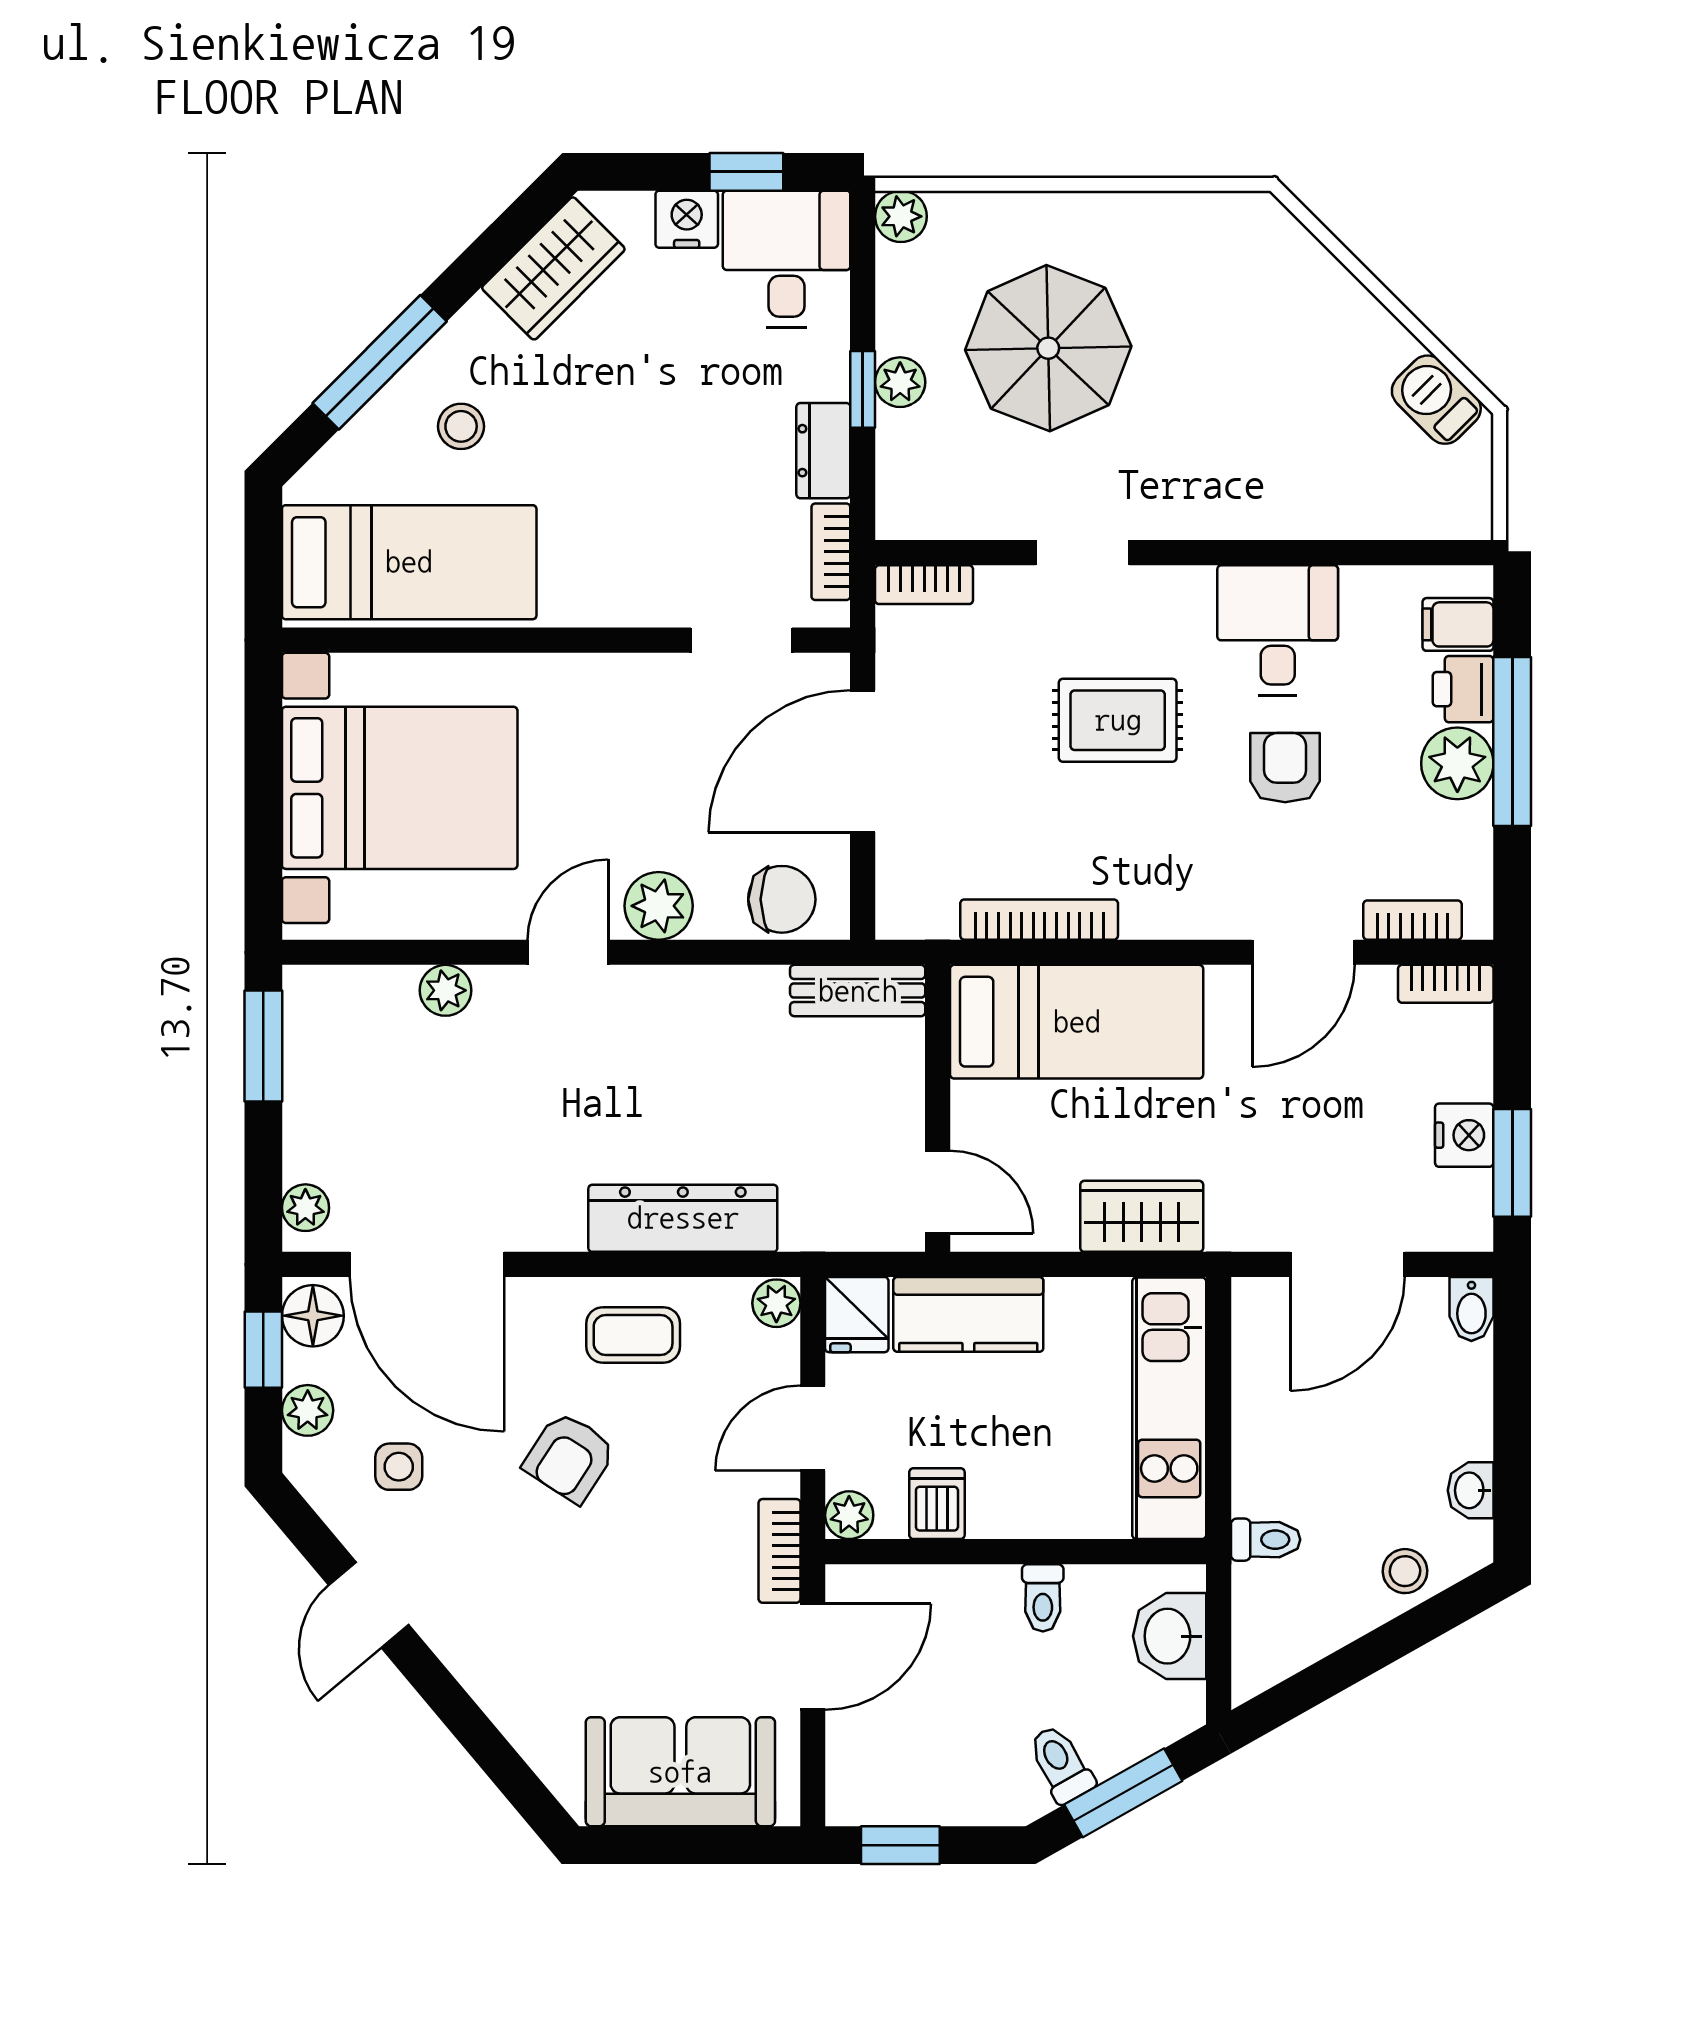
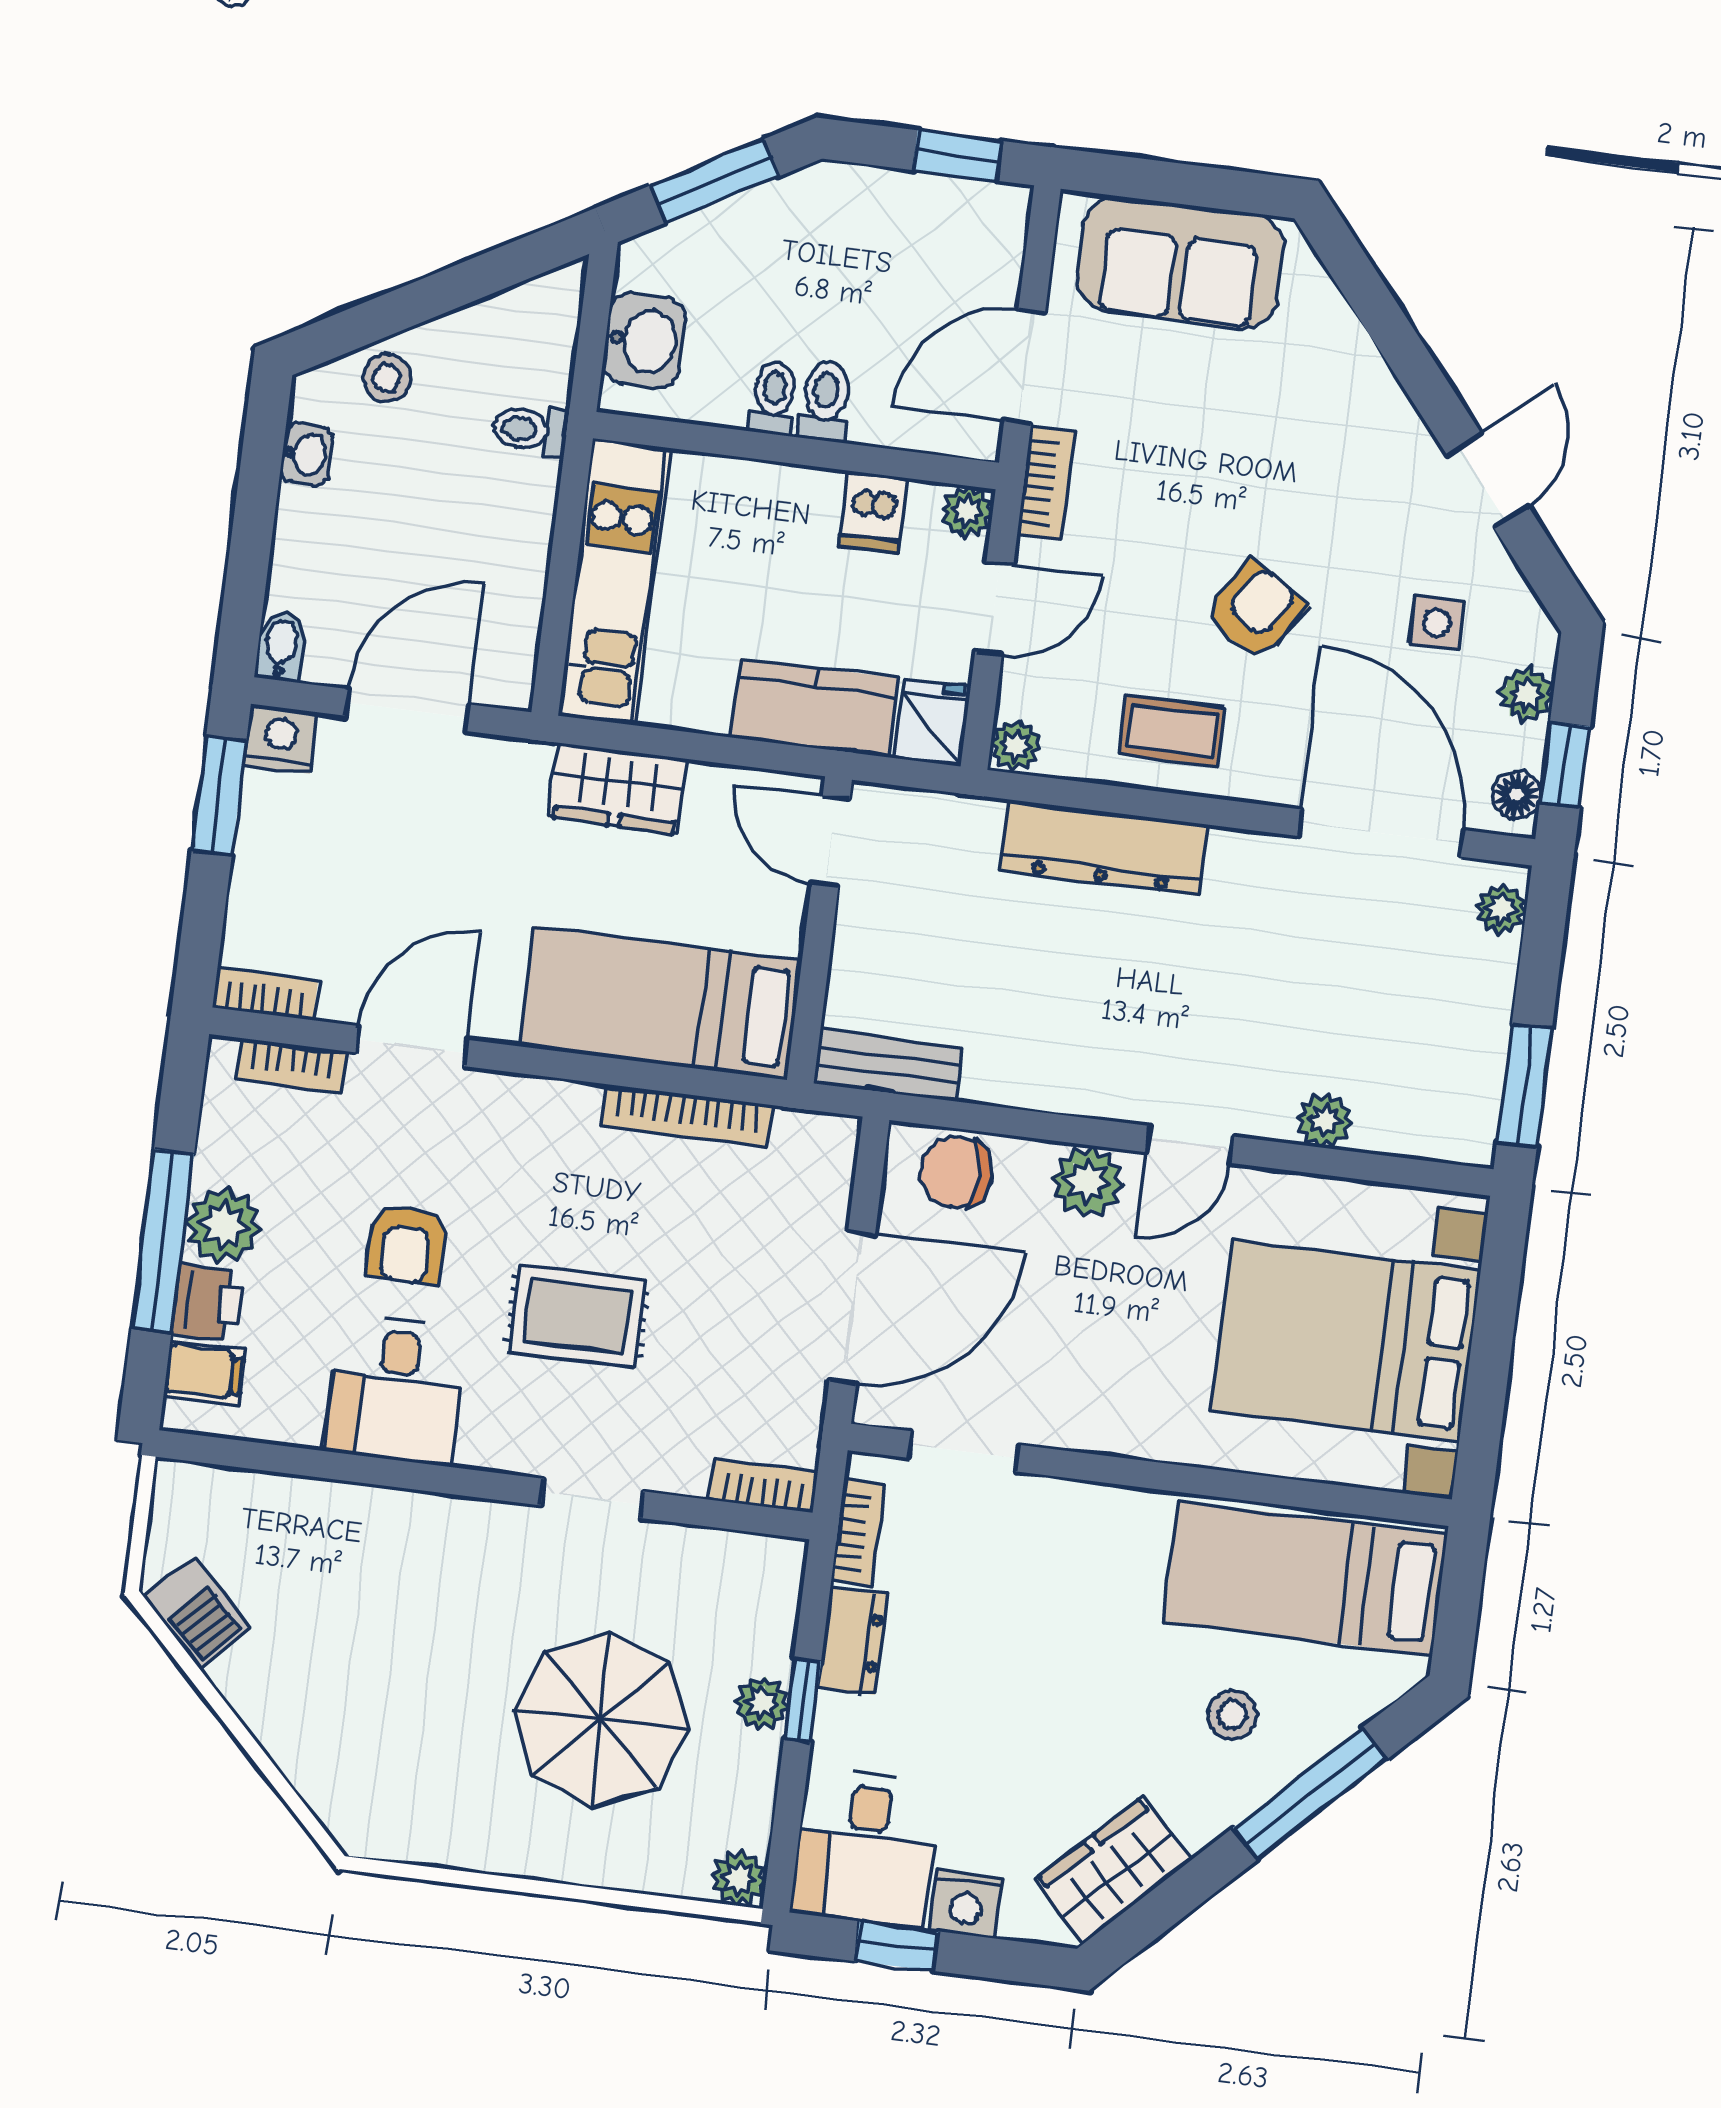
nightstand: (1464, 1135) -> (280, 739), moved, turned 90
floor lamp: (313, 1316) -> (1517, 795), width x0.73, depth x0.73
toilet: (1061, 1764) -> (825, 401), moved, turned -151

